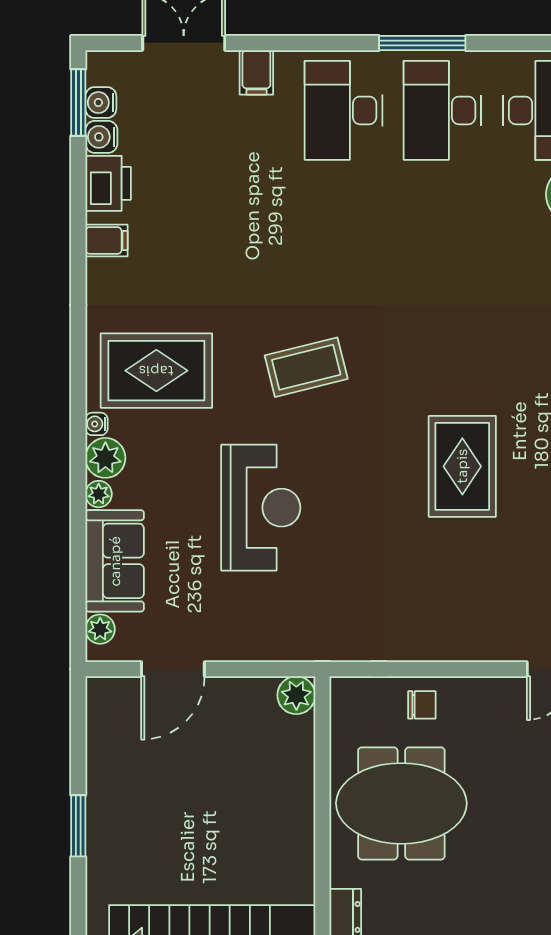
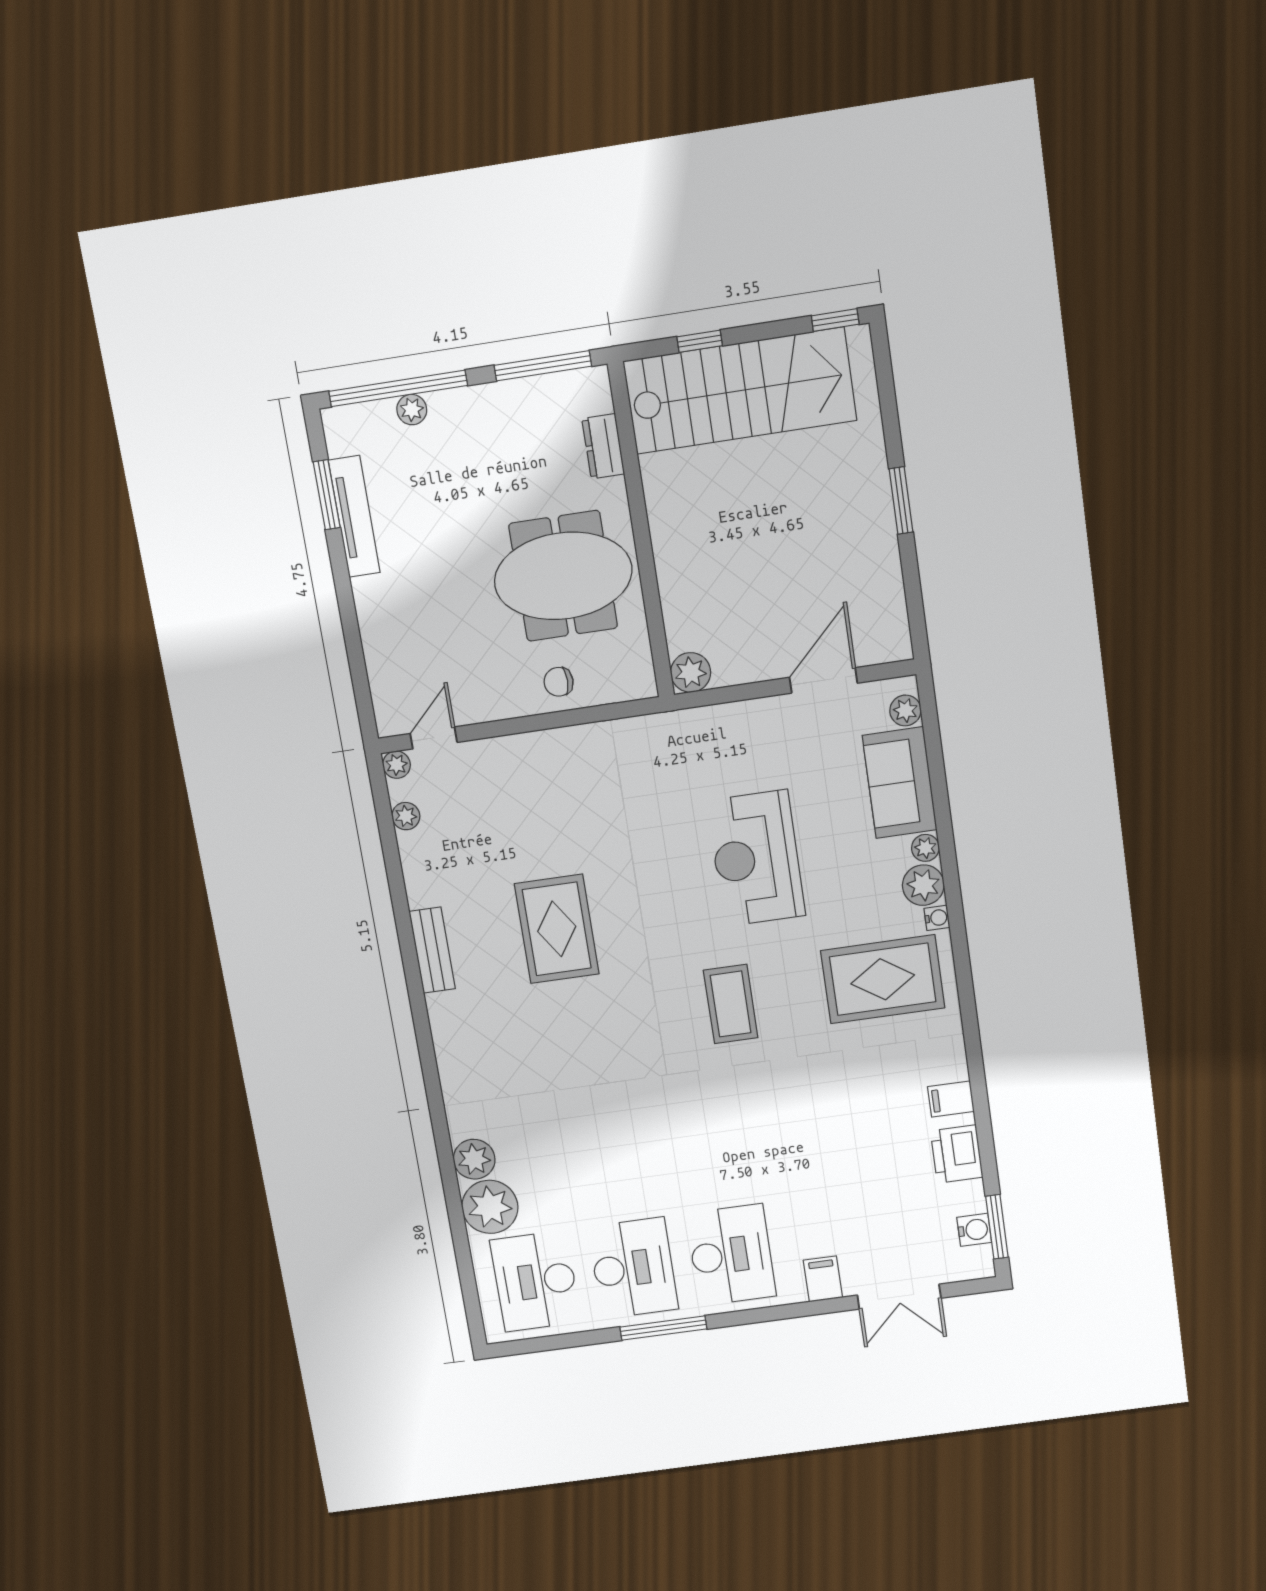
water cooler: (101, 137) -> (969, 1197), removed
coffee table: (306, 367) -> (731, 1004), turned -76

